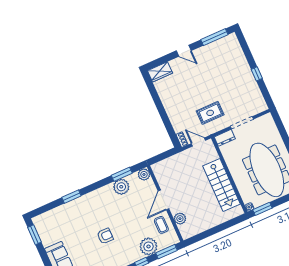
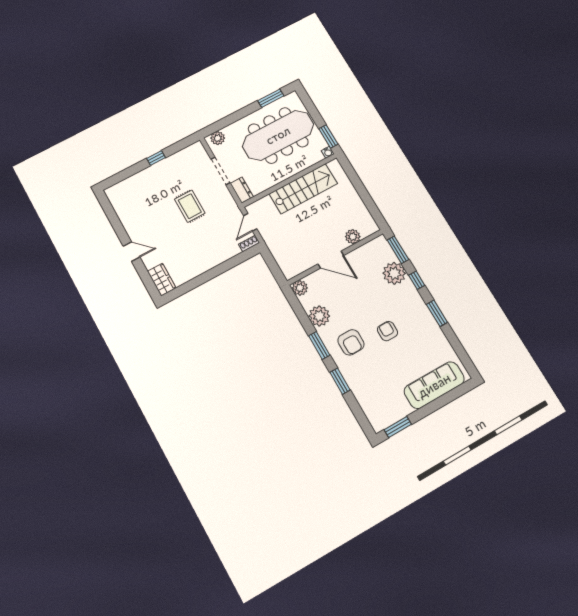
window: (214, 37) -> (111, 215), removed
door: (184, 51) -> (132, 252), hinge flipped
rug: (210, 113) -> (190, 206), moved
plant: (269, 123) -> (218, 138), added
window: (122, 174) -> (319, 345), moved
armchair: (99, 208) -> (351, 342), added
coffee table: (161, 225) -> (364, 259), removed

